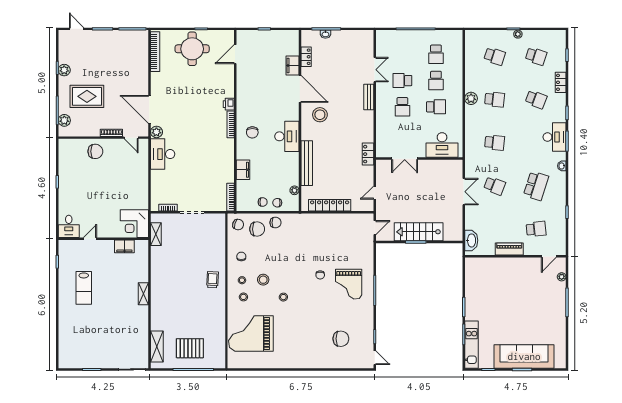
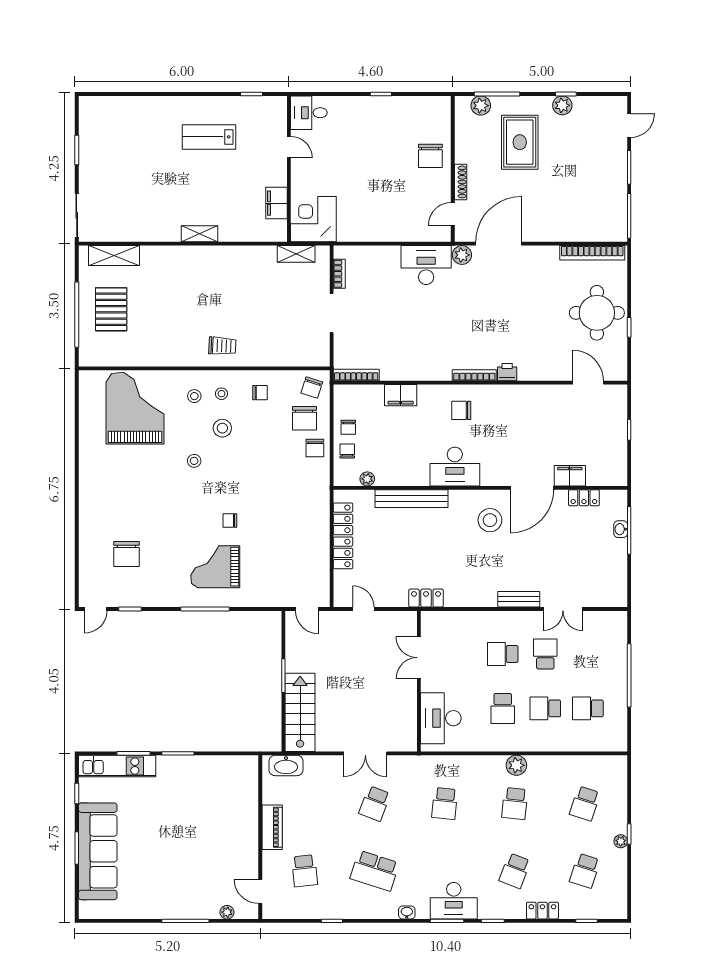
stairs: (419, 232) -> (300, 712), moved

